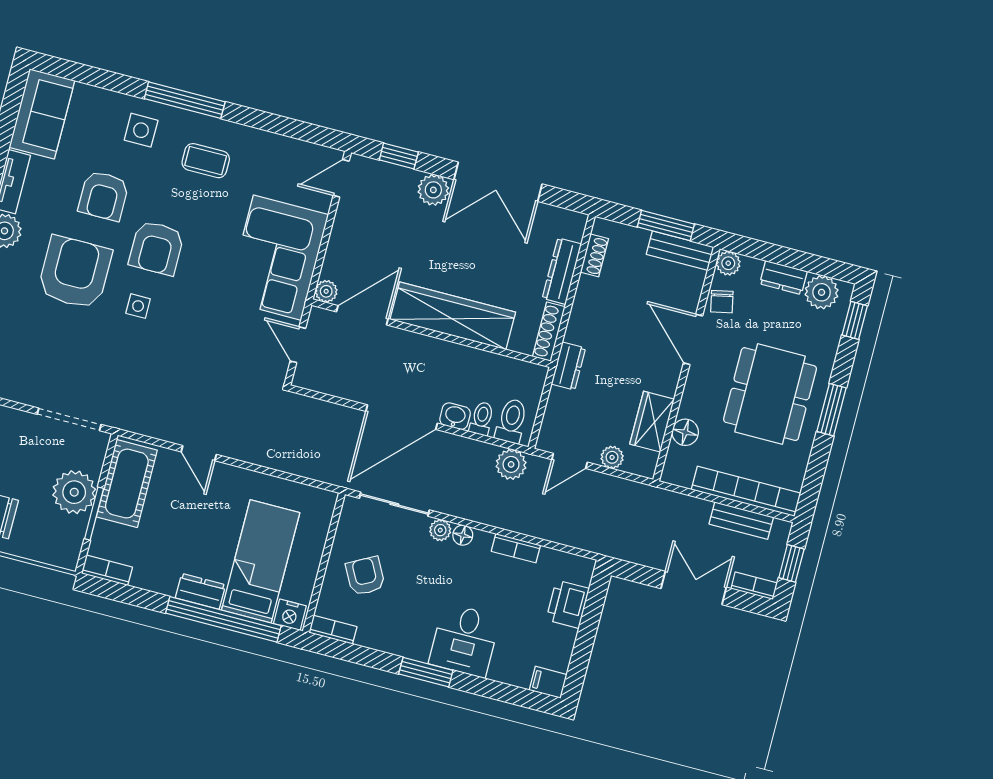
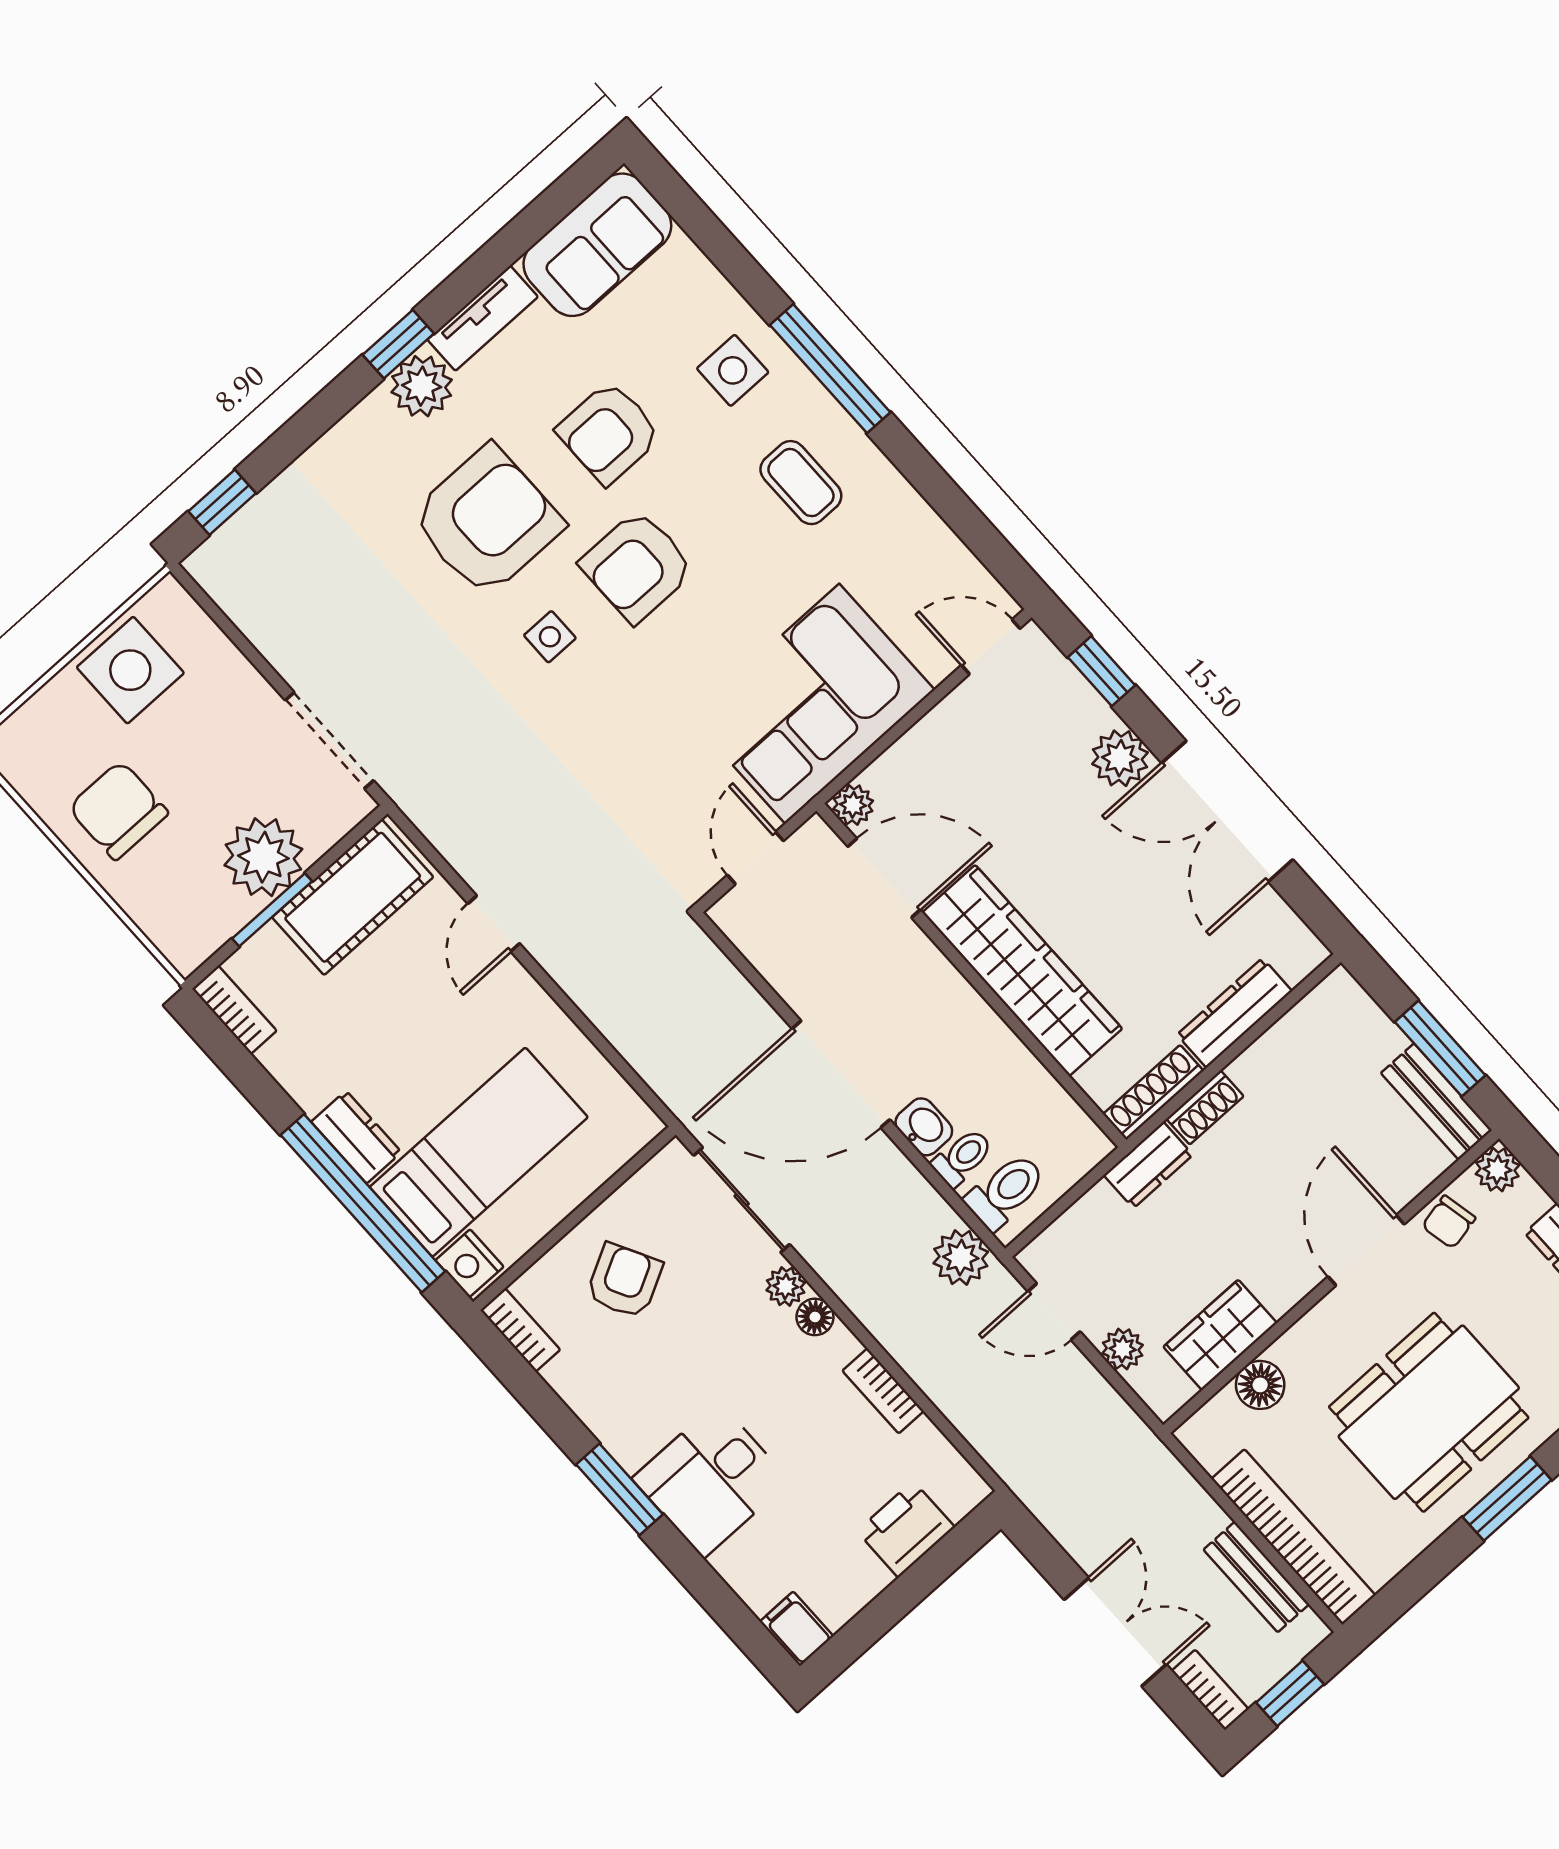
shoe rack: (594, 255) -> (1205, 1107), moved

